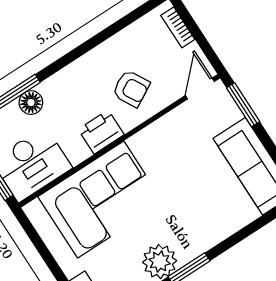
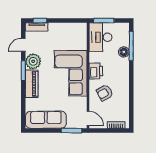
corner sofa: (101, 199) -> (71, 73), moved
piano: (204, 237) -> (32, 84), added

